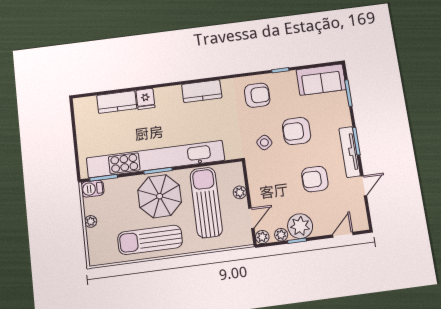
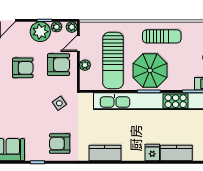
armchair: (297, 131) -> (58, 65), moved
sun lounger: (150, 240) -> (162, 36), width x0.73, depth x0.75

